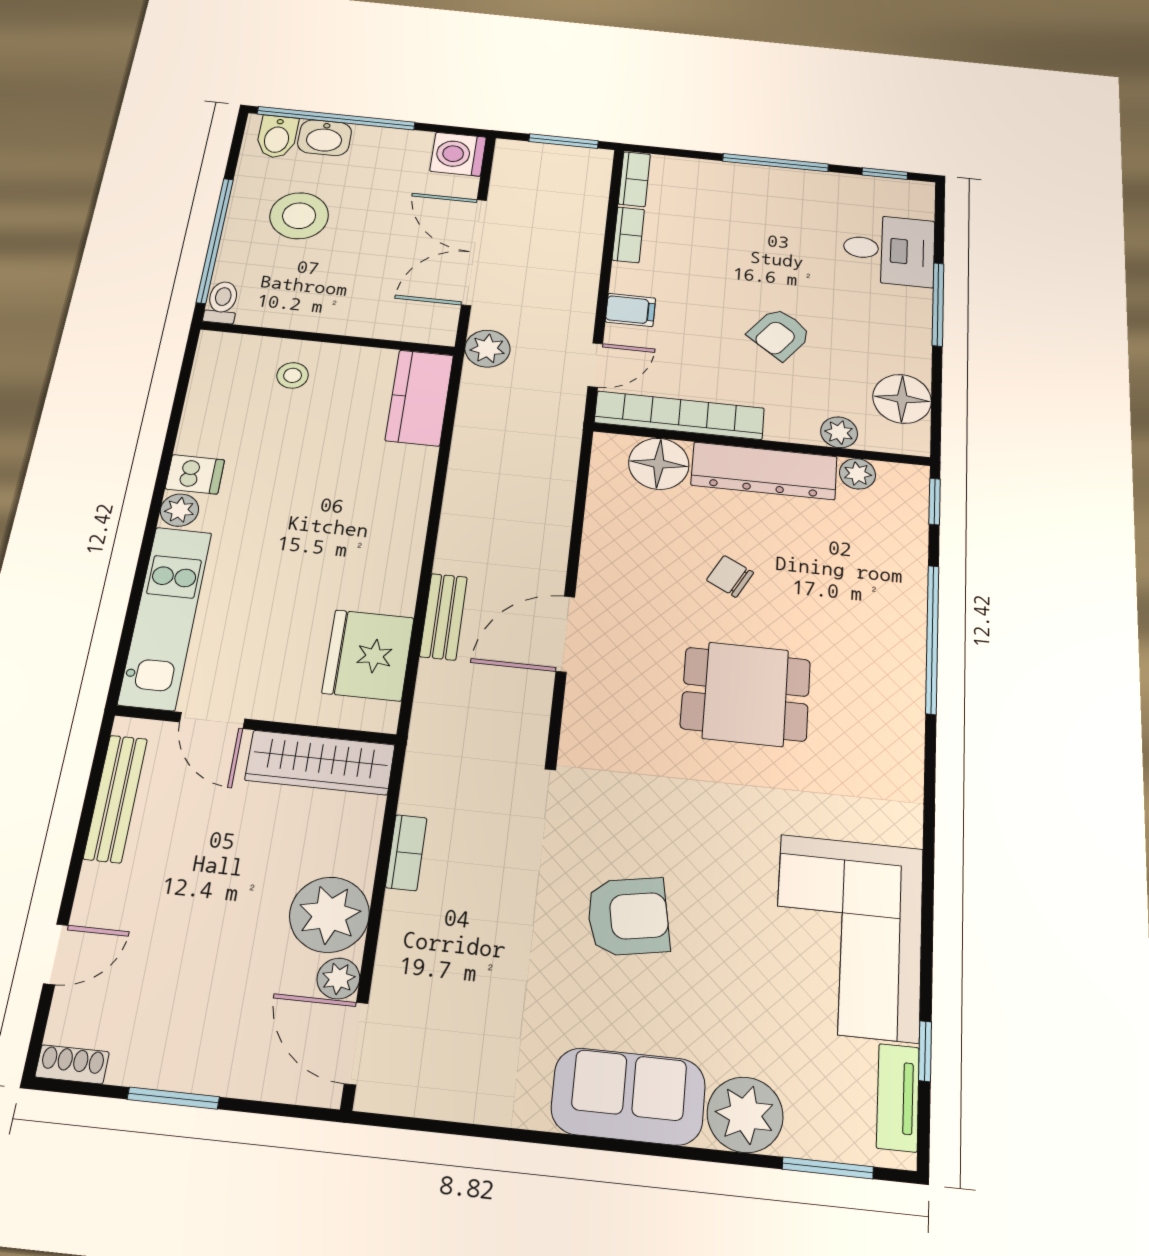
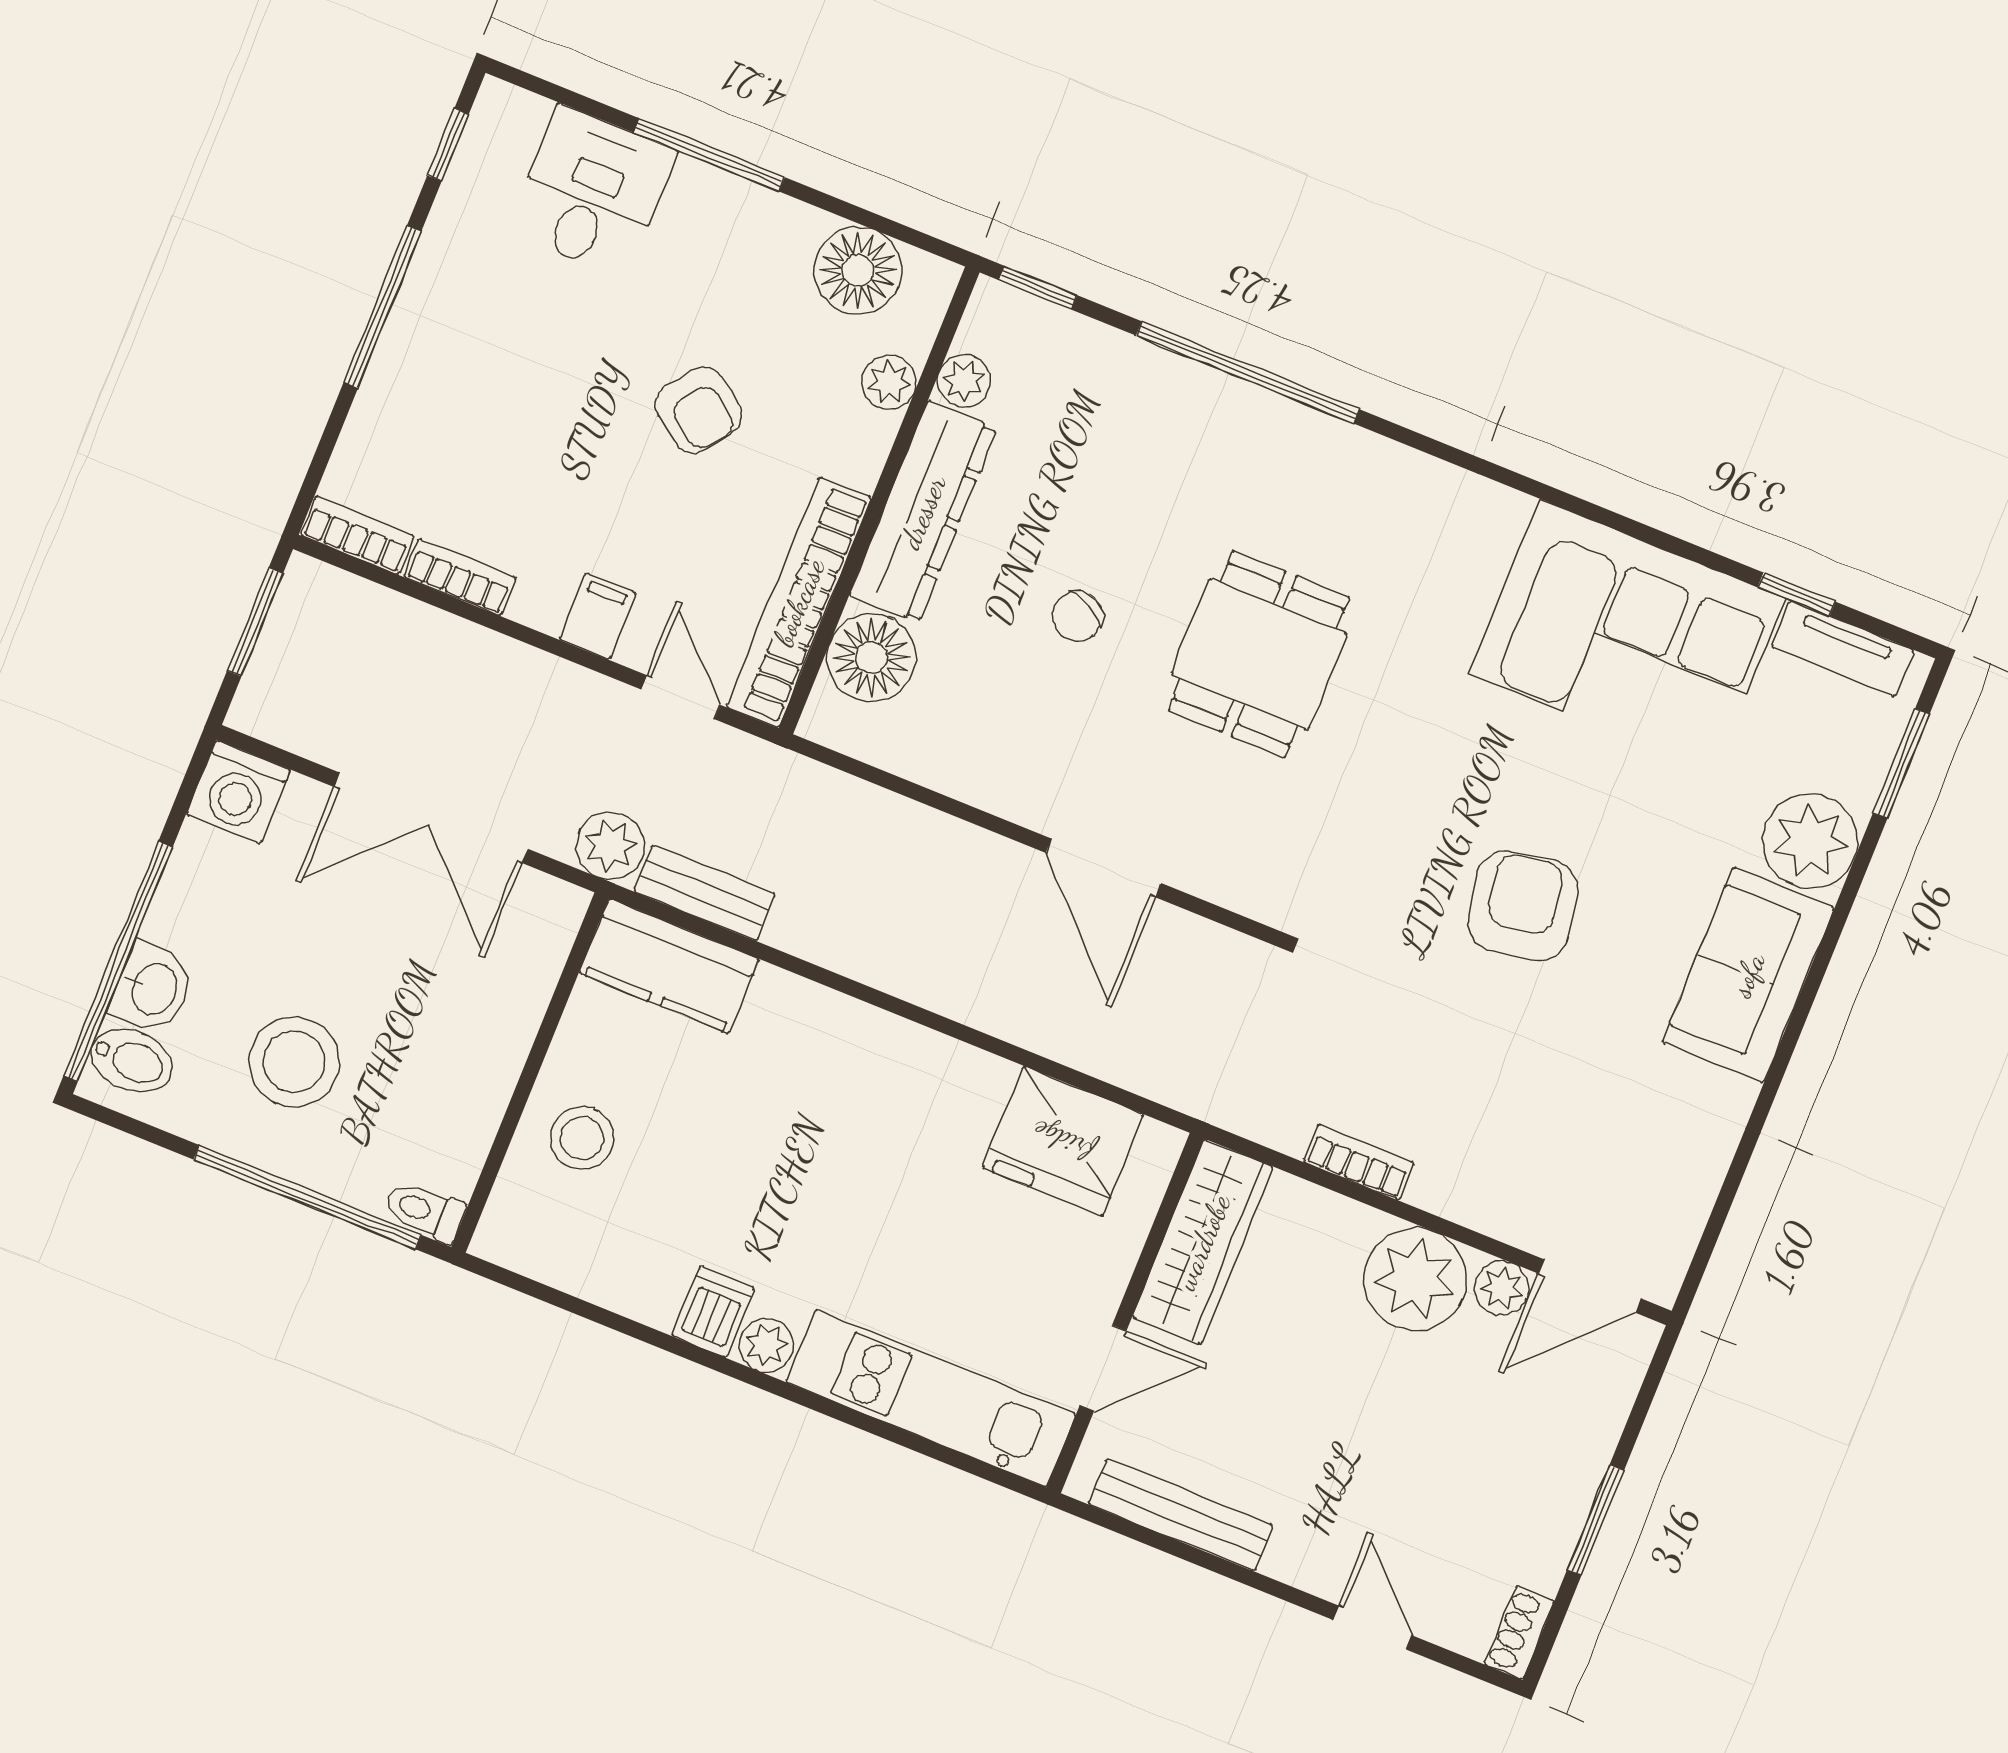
stool: (293, 375) -> (582, 1138), width x1.37, depth x1.37
bench: (443, 617) -> (705, 893), moved

